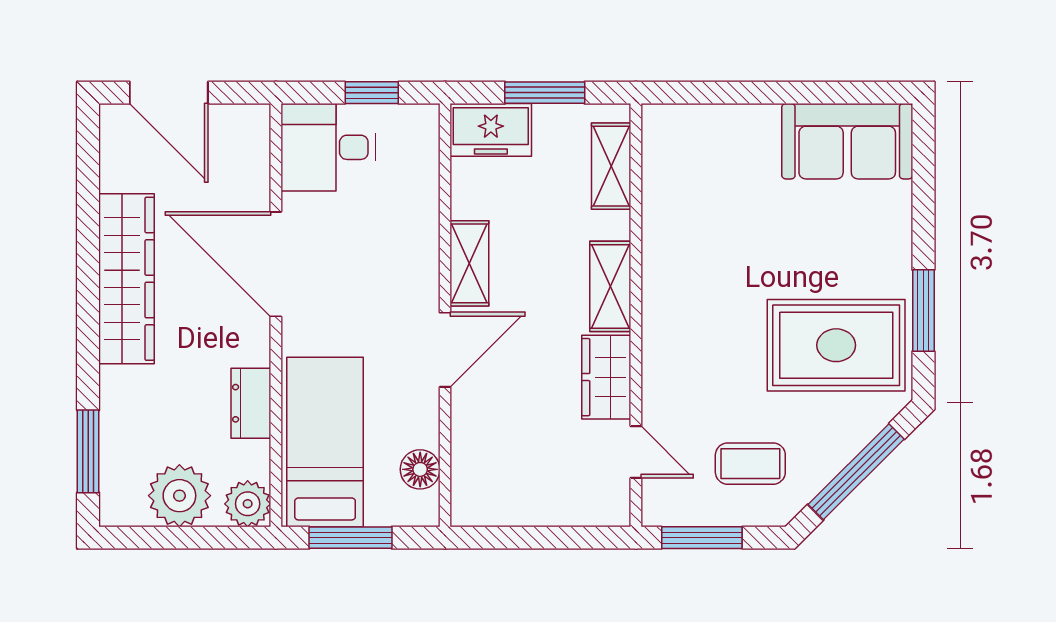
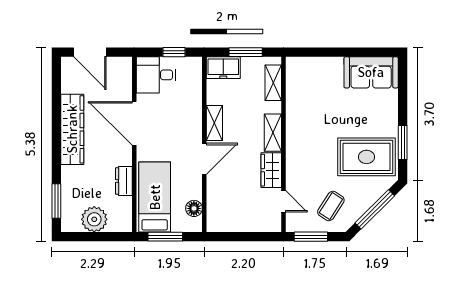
coffee table: (750, 464) -> (331, 206), turned -57
plant: (248, 504) -> (123, 223), removed

